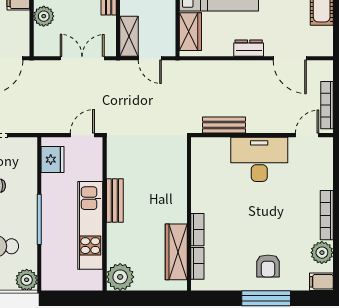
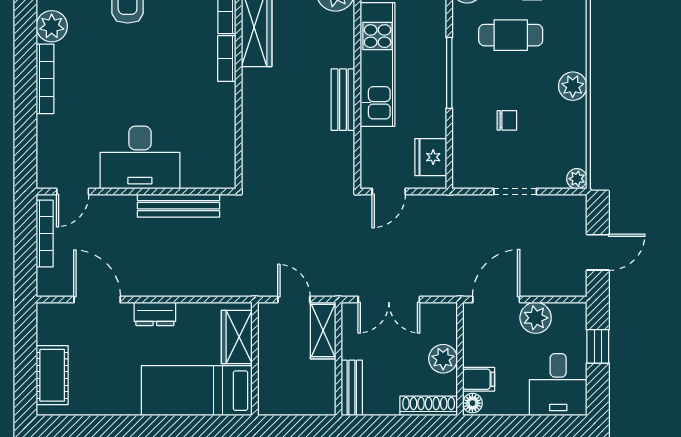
bench: (224, 125) -> (178, 206), width x1.36

